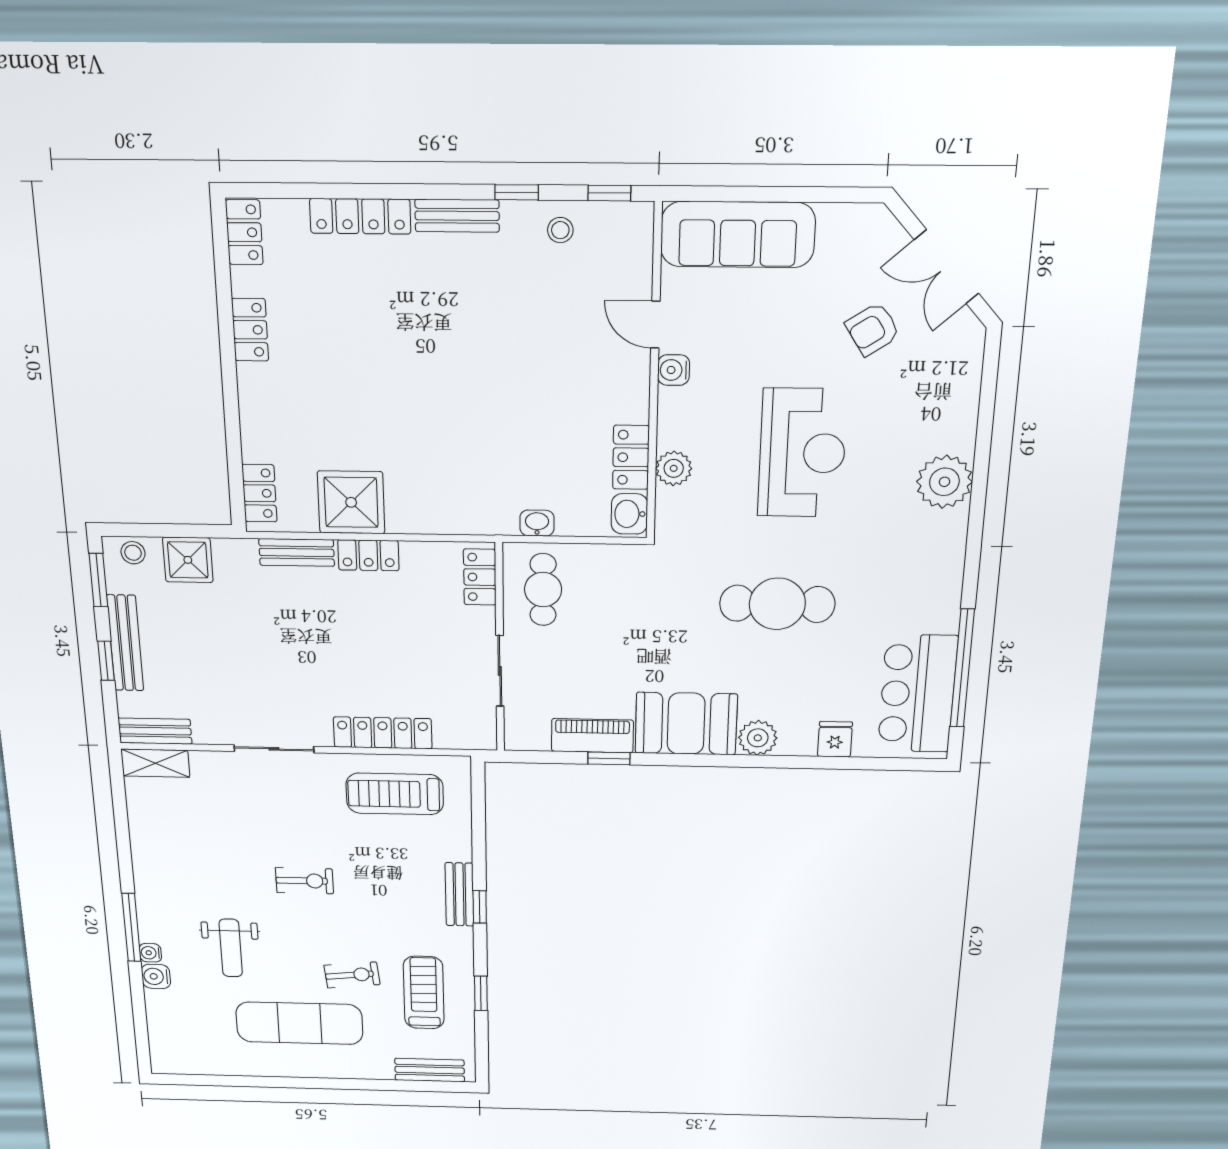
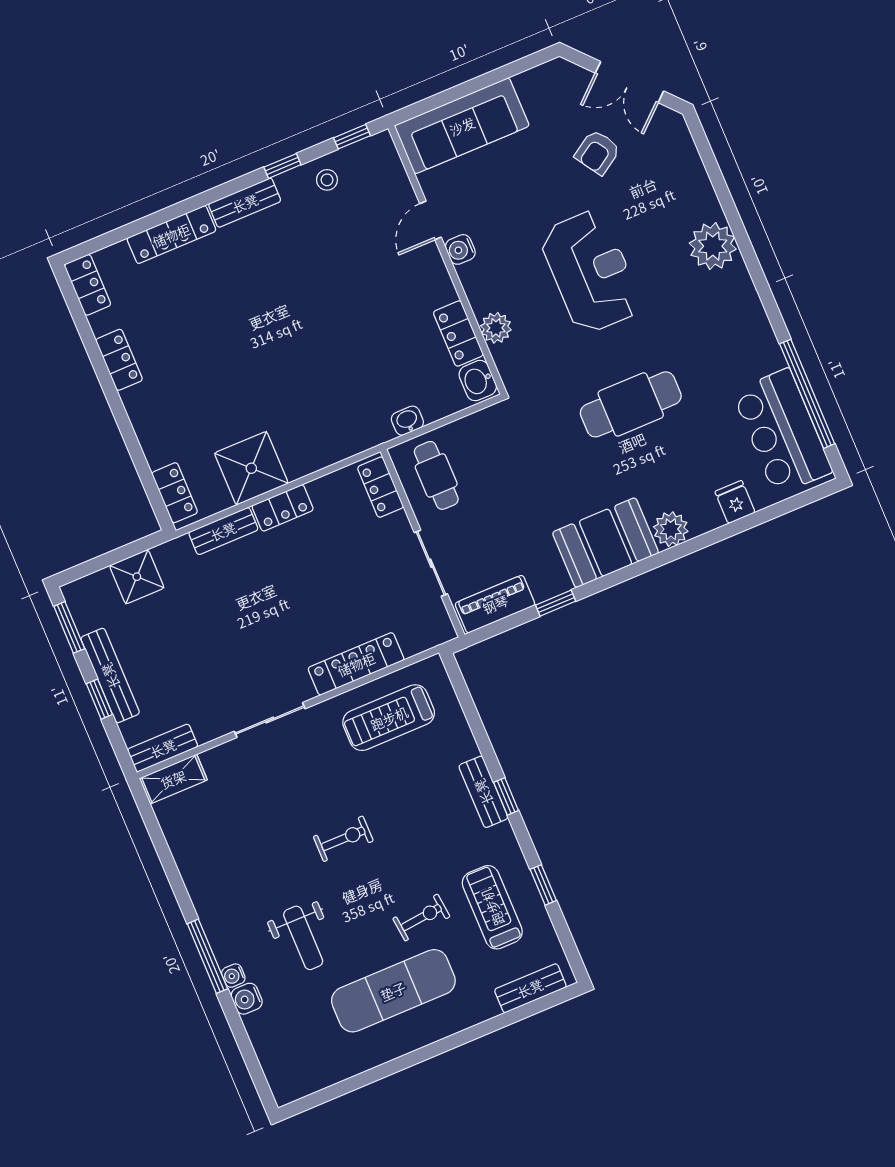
door: (655, 325) -> (431, 220), hinge flipped
stool: (133, 553) -> (90, 590), removed
piano: (592, 736) -> (495, 604), moved

